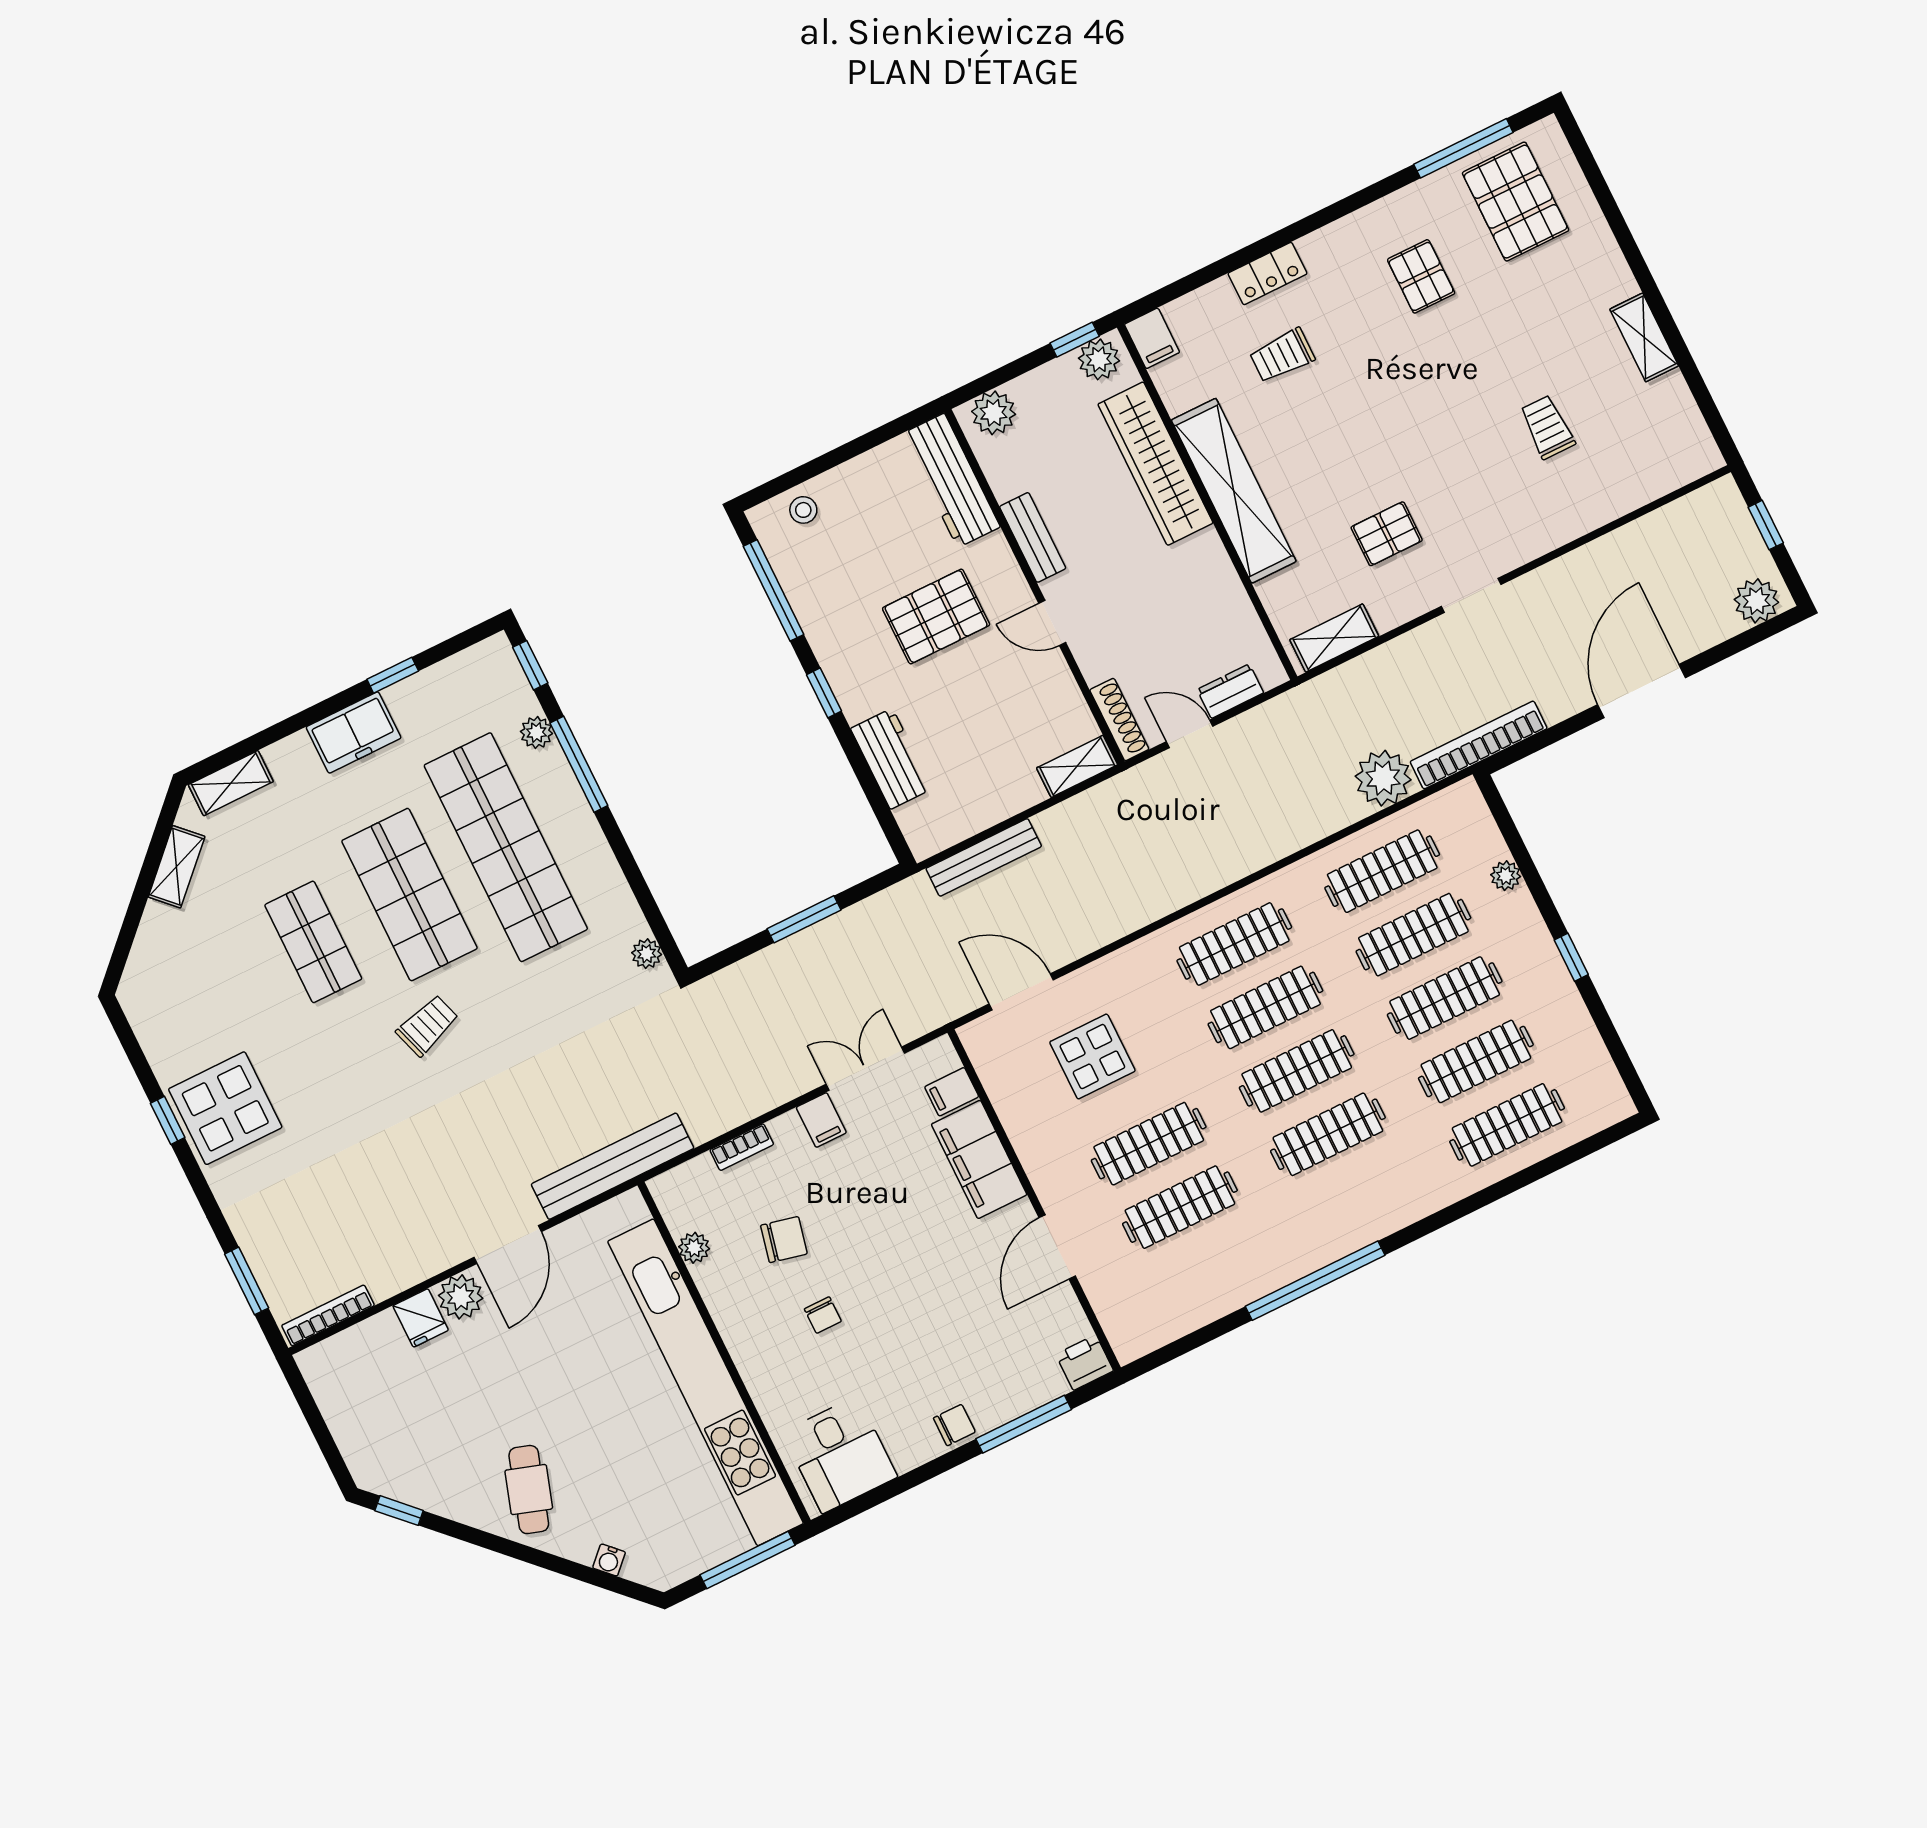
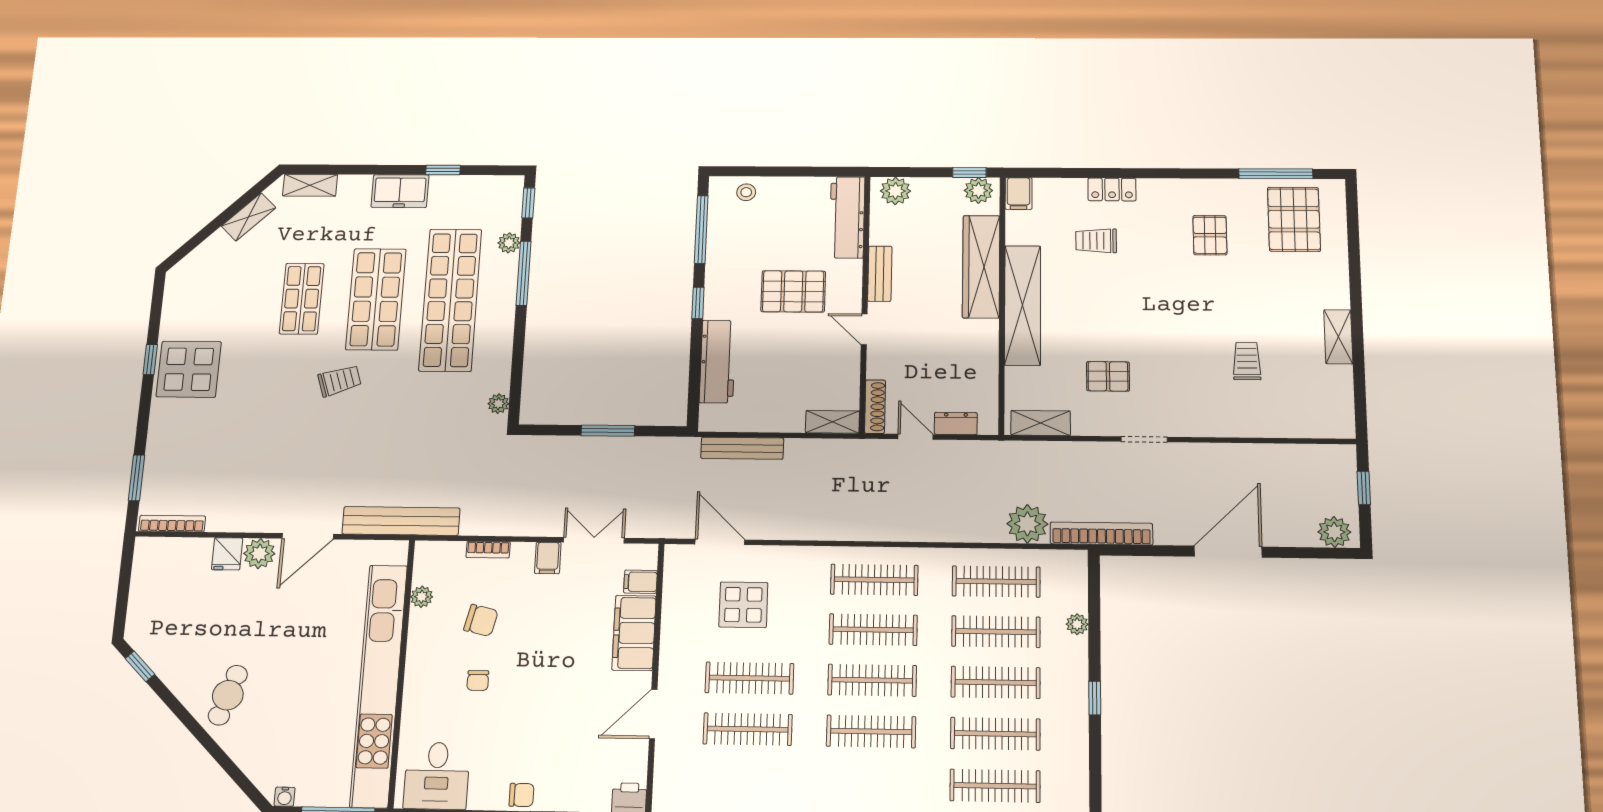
workbench: (891, 759) -> (718, 361), width x1.38
water cooler: (609, 1560) -> (285, 797), moved, turned -45

